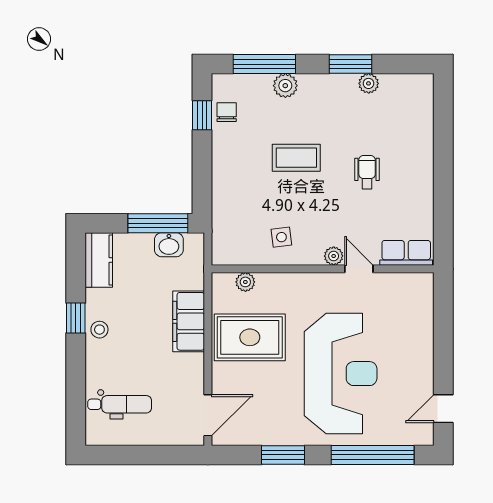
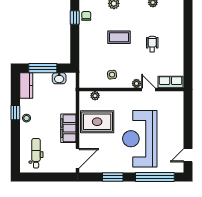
window: (158, 223) -> (43, 68), moved
filing cabinet: (189, 321) -> (68, 128), moved
reception desk: (341, 374) -> (140, 139), turned 180
dental chair: (120, 404) -> (36, 153), turned -90

